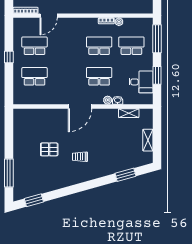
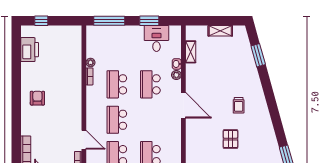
school desk: (131, 46) -> (117, 120), moved

